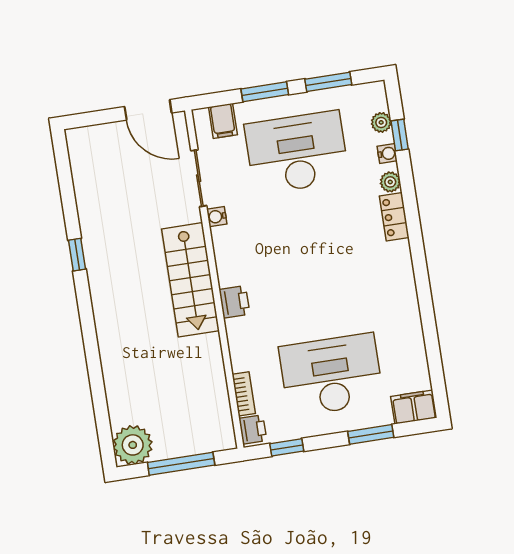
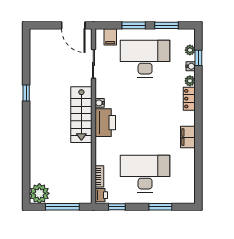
water cooler: (217, 217) -> (100, 103), moved
printer: (234, 302) -> (105, 123), width x1.87, depth x1.48
filing cabinet: (414, 407) -> (188, 137), moved, turned -90

